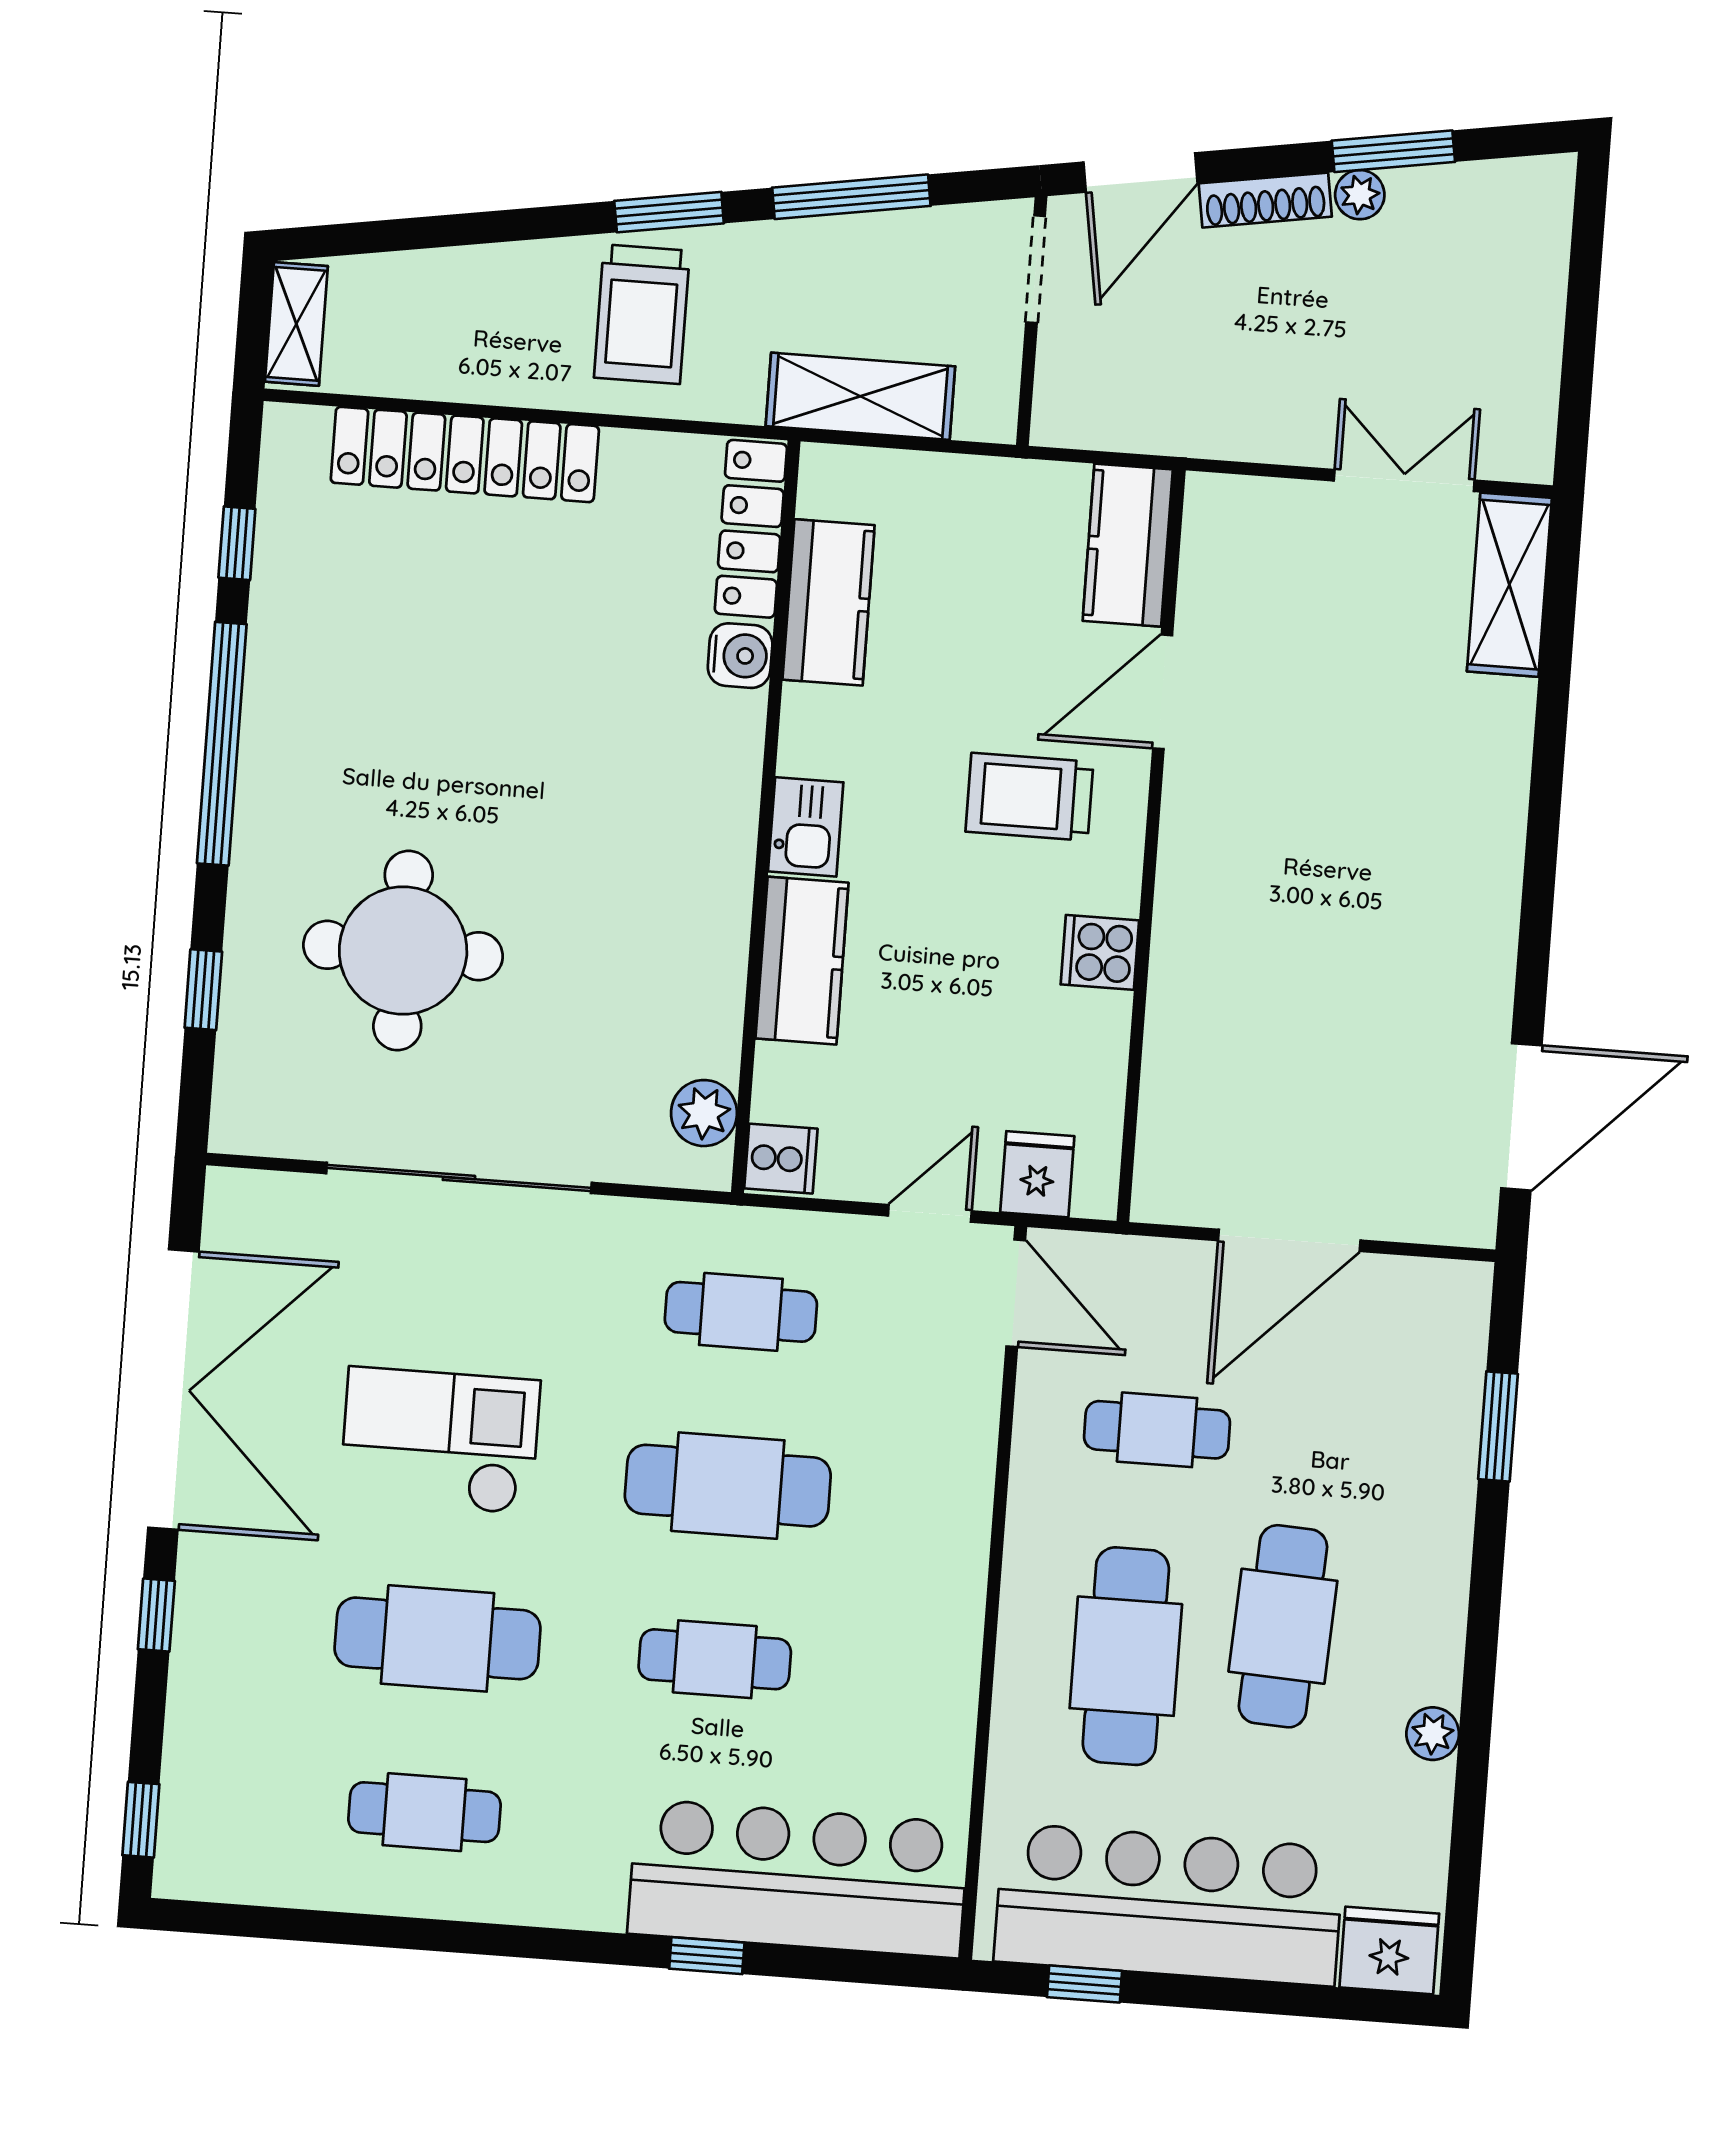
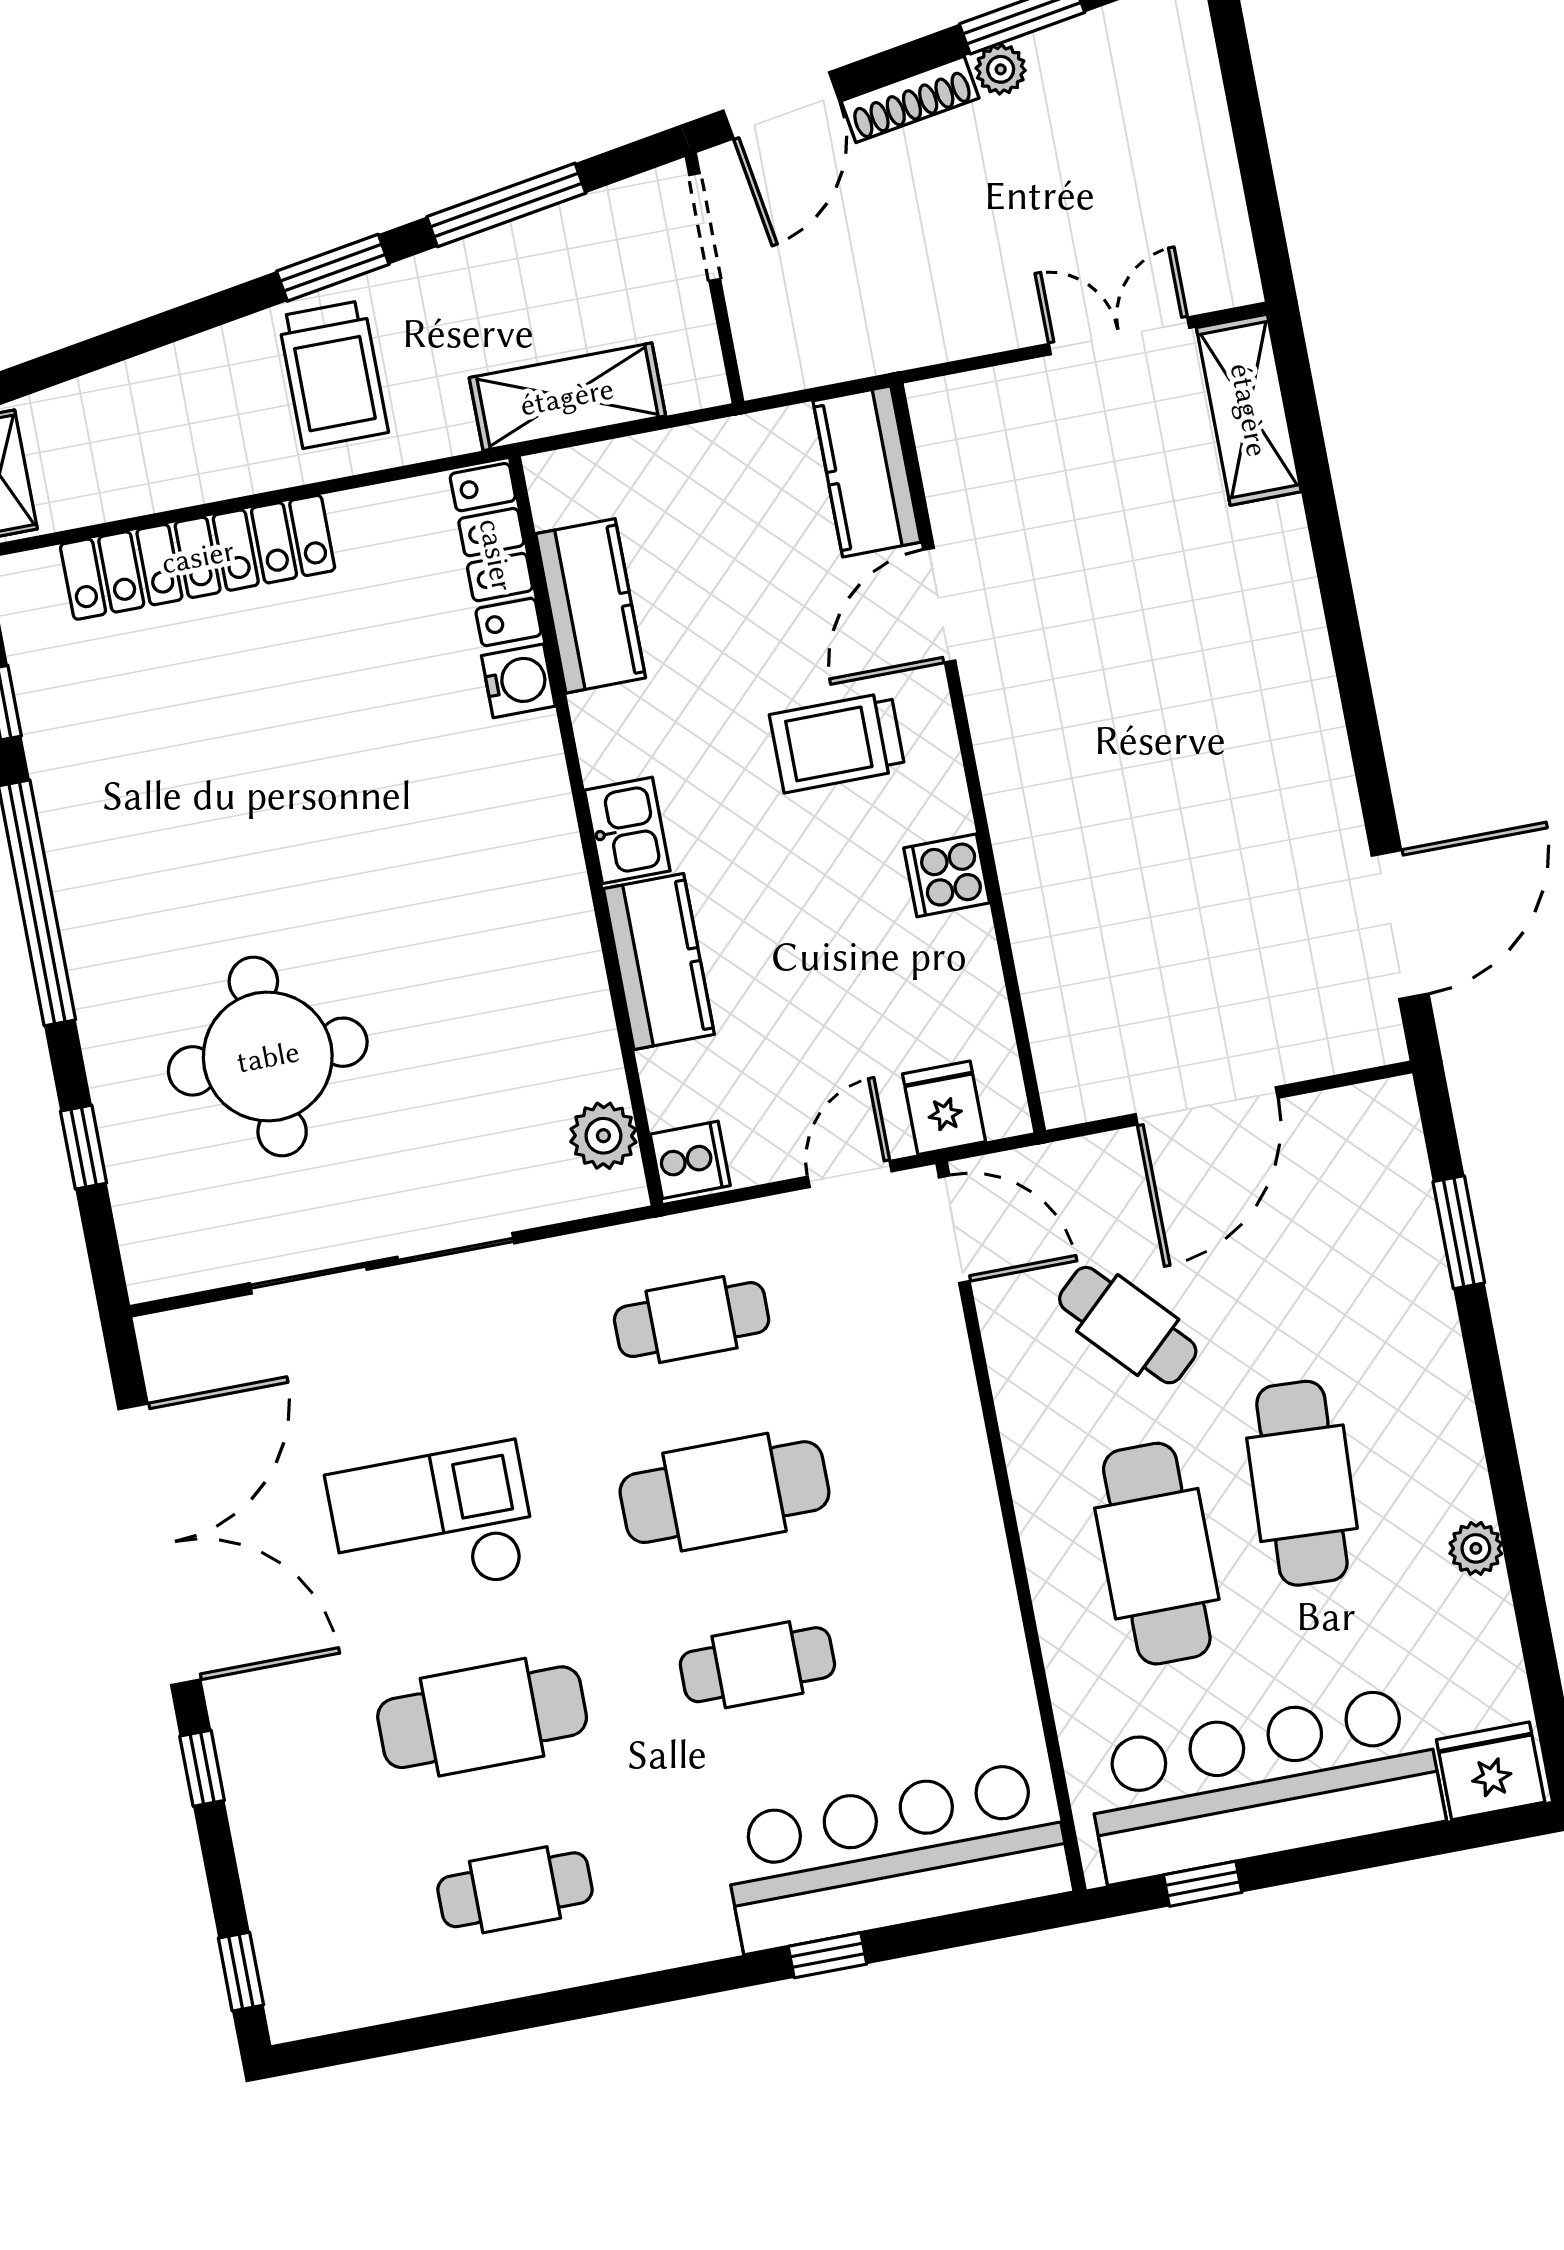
cafe table: (1157, 1430) -> (1128, 1325), turned 47

